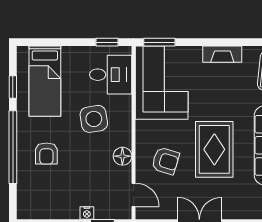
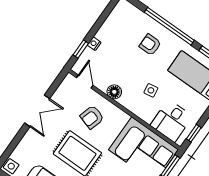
side table: (94, 119) -> (151, 90), width x0.54, depth x0.54
door: (134, 195) -> (85, 82), swing flipped

